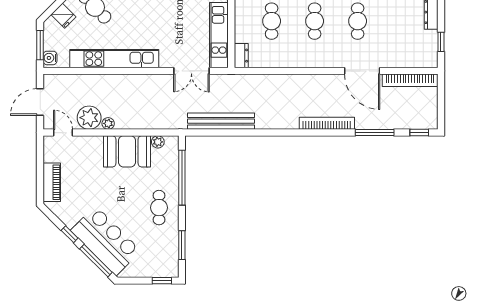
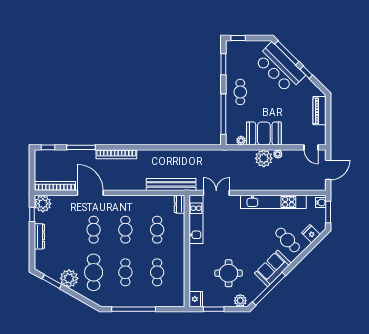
plant: (426, 56) -> (43, 204), added
plant: (89, 118) -> (264, 158), moved
bench: (221, 121) -> (171, 184), moved

